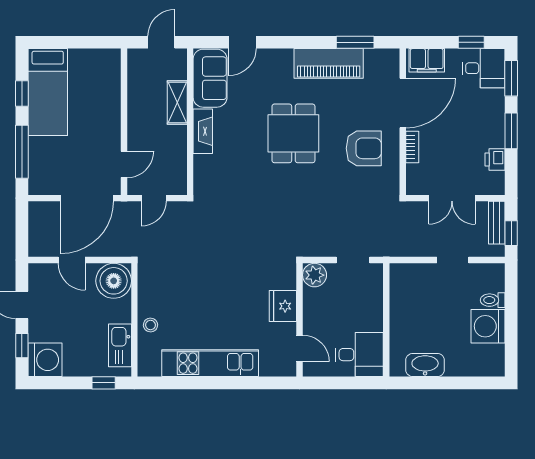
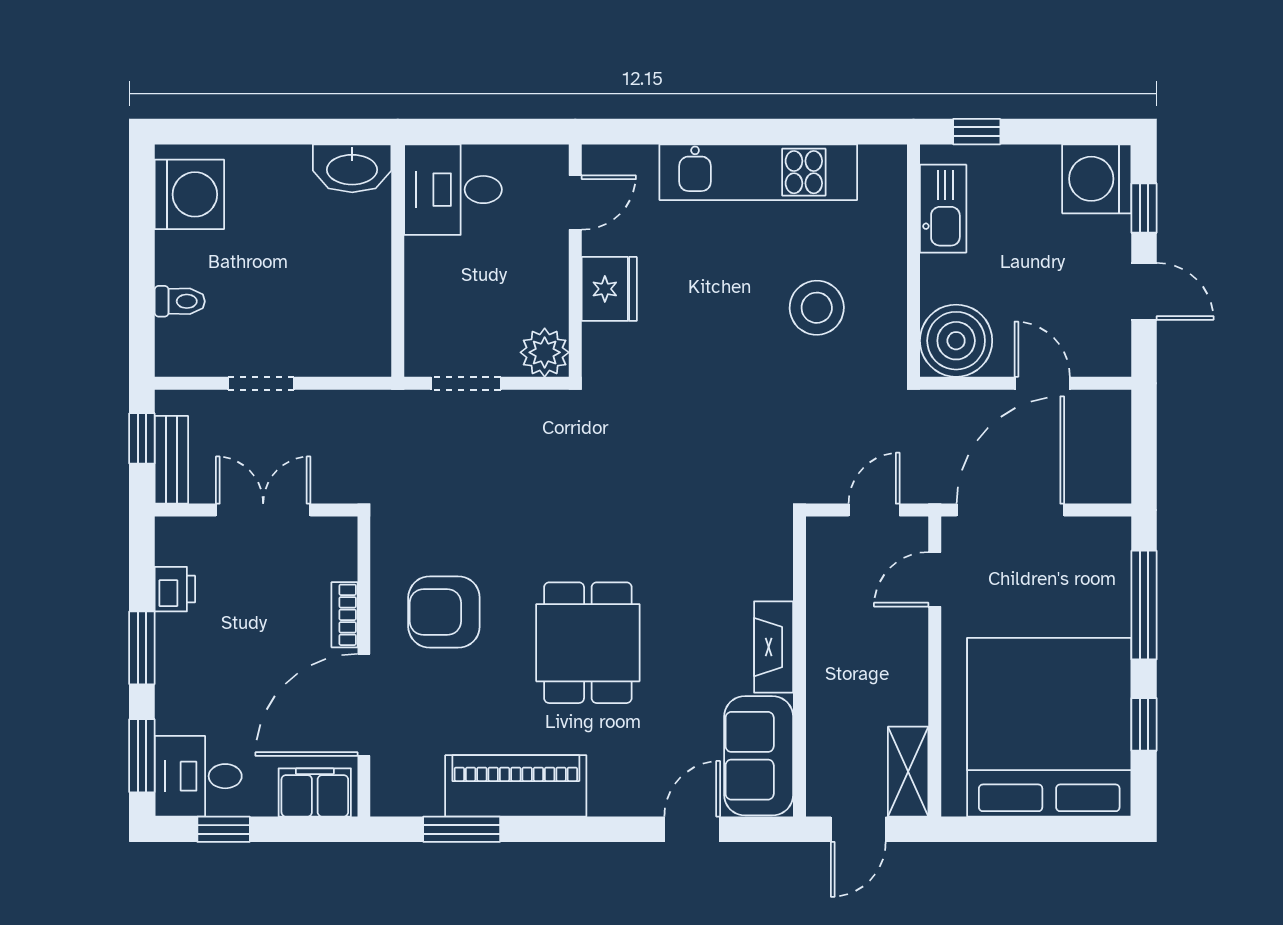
bed: (48, 92) -> (1049, 727), width x2.04
shelving: (177, 103) -> (908, 772), moved
stool: (150, 325) -> (817, 308), moved, width x1.89, depth x1.89
washing machine: (488, 326) -> (189, 194), moved
door: (300, 348) -> (575, 203), swing flipped
washbasin: (425, 365) -> (352, 168), moved

